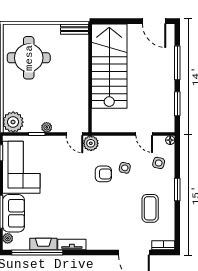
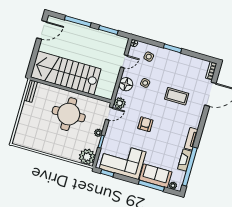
round table: (29, 58) -> (69, 114), moved
floor lamp: (117, 144) -> (126, 84), added
armchair: (103, 174) -> (145, 124), moved
coffee table: (150, 208) -> (177, 96), moved

